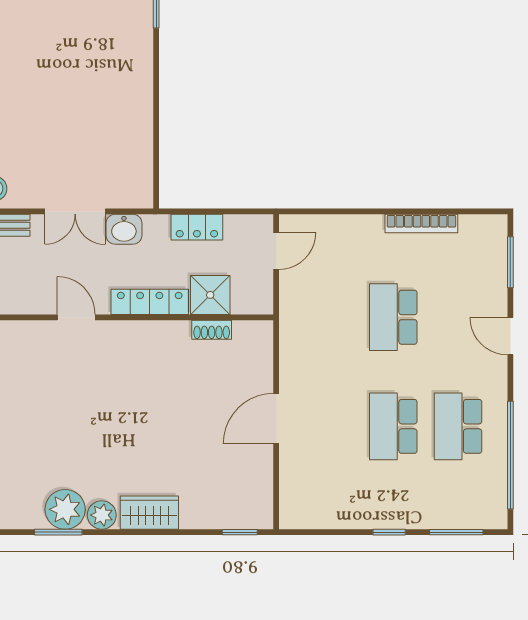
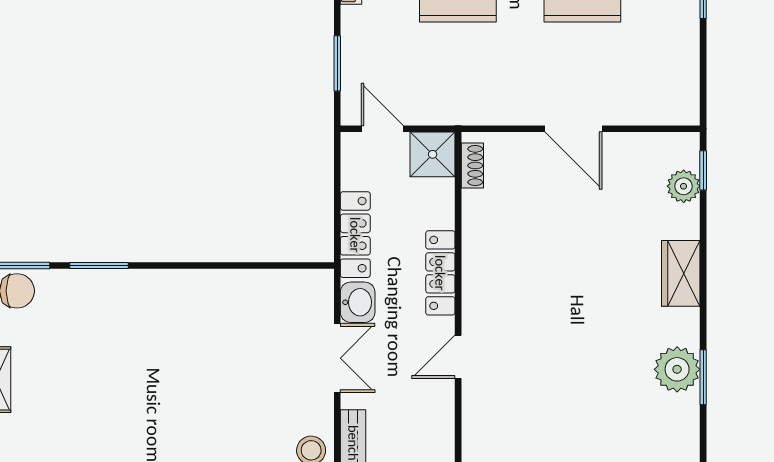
window: (334, 211) -> (337, 63), added
locker: (197, 227) -> (355, 235), width x1.53
shower: (210, 295) -> (433, 154), moved
shoe rack: (212, 330) -> (472, 165), moved
plant: (102, 515) -> (684, 186), moved

